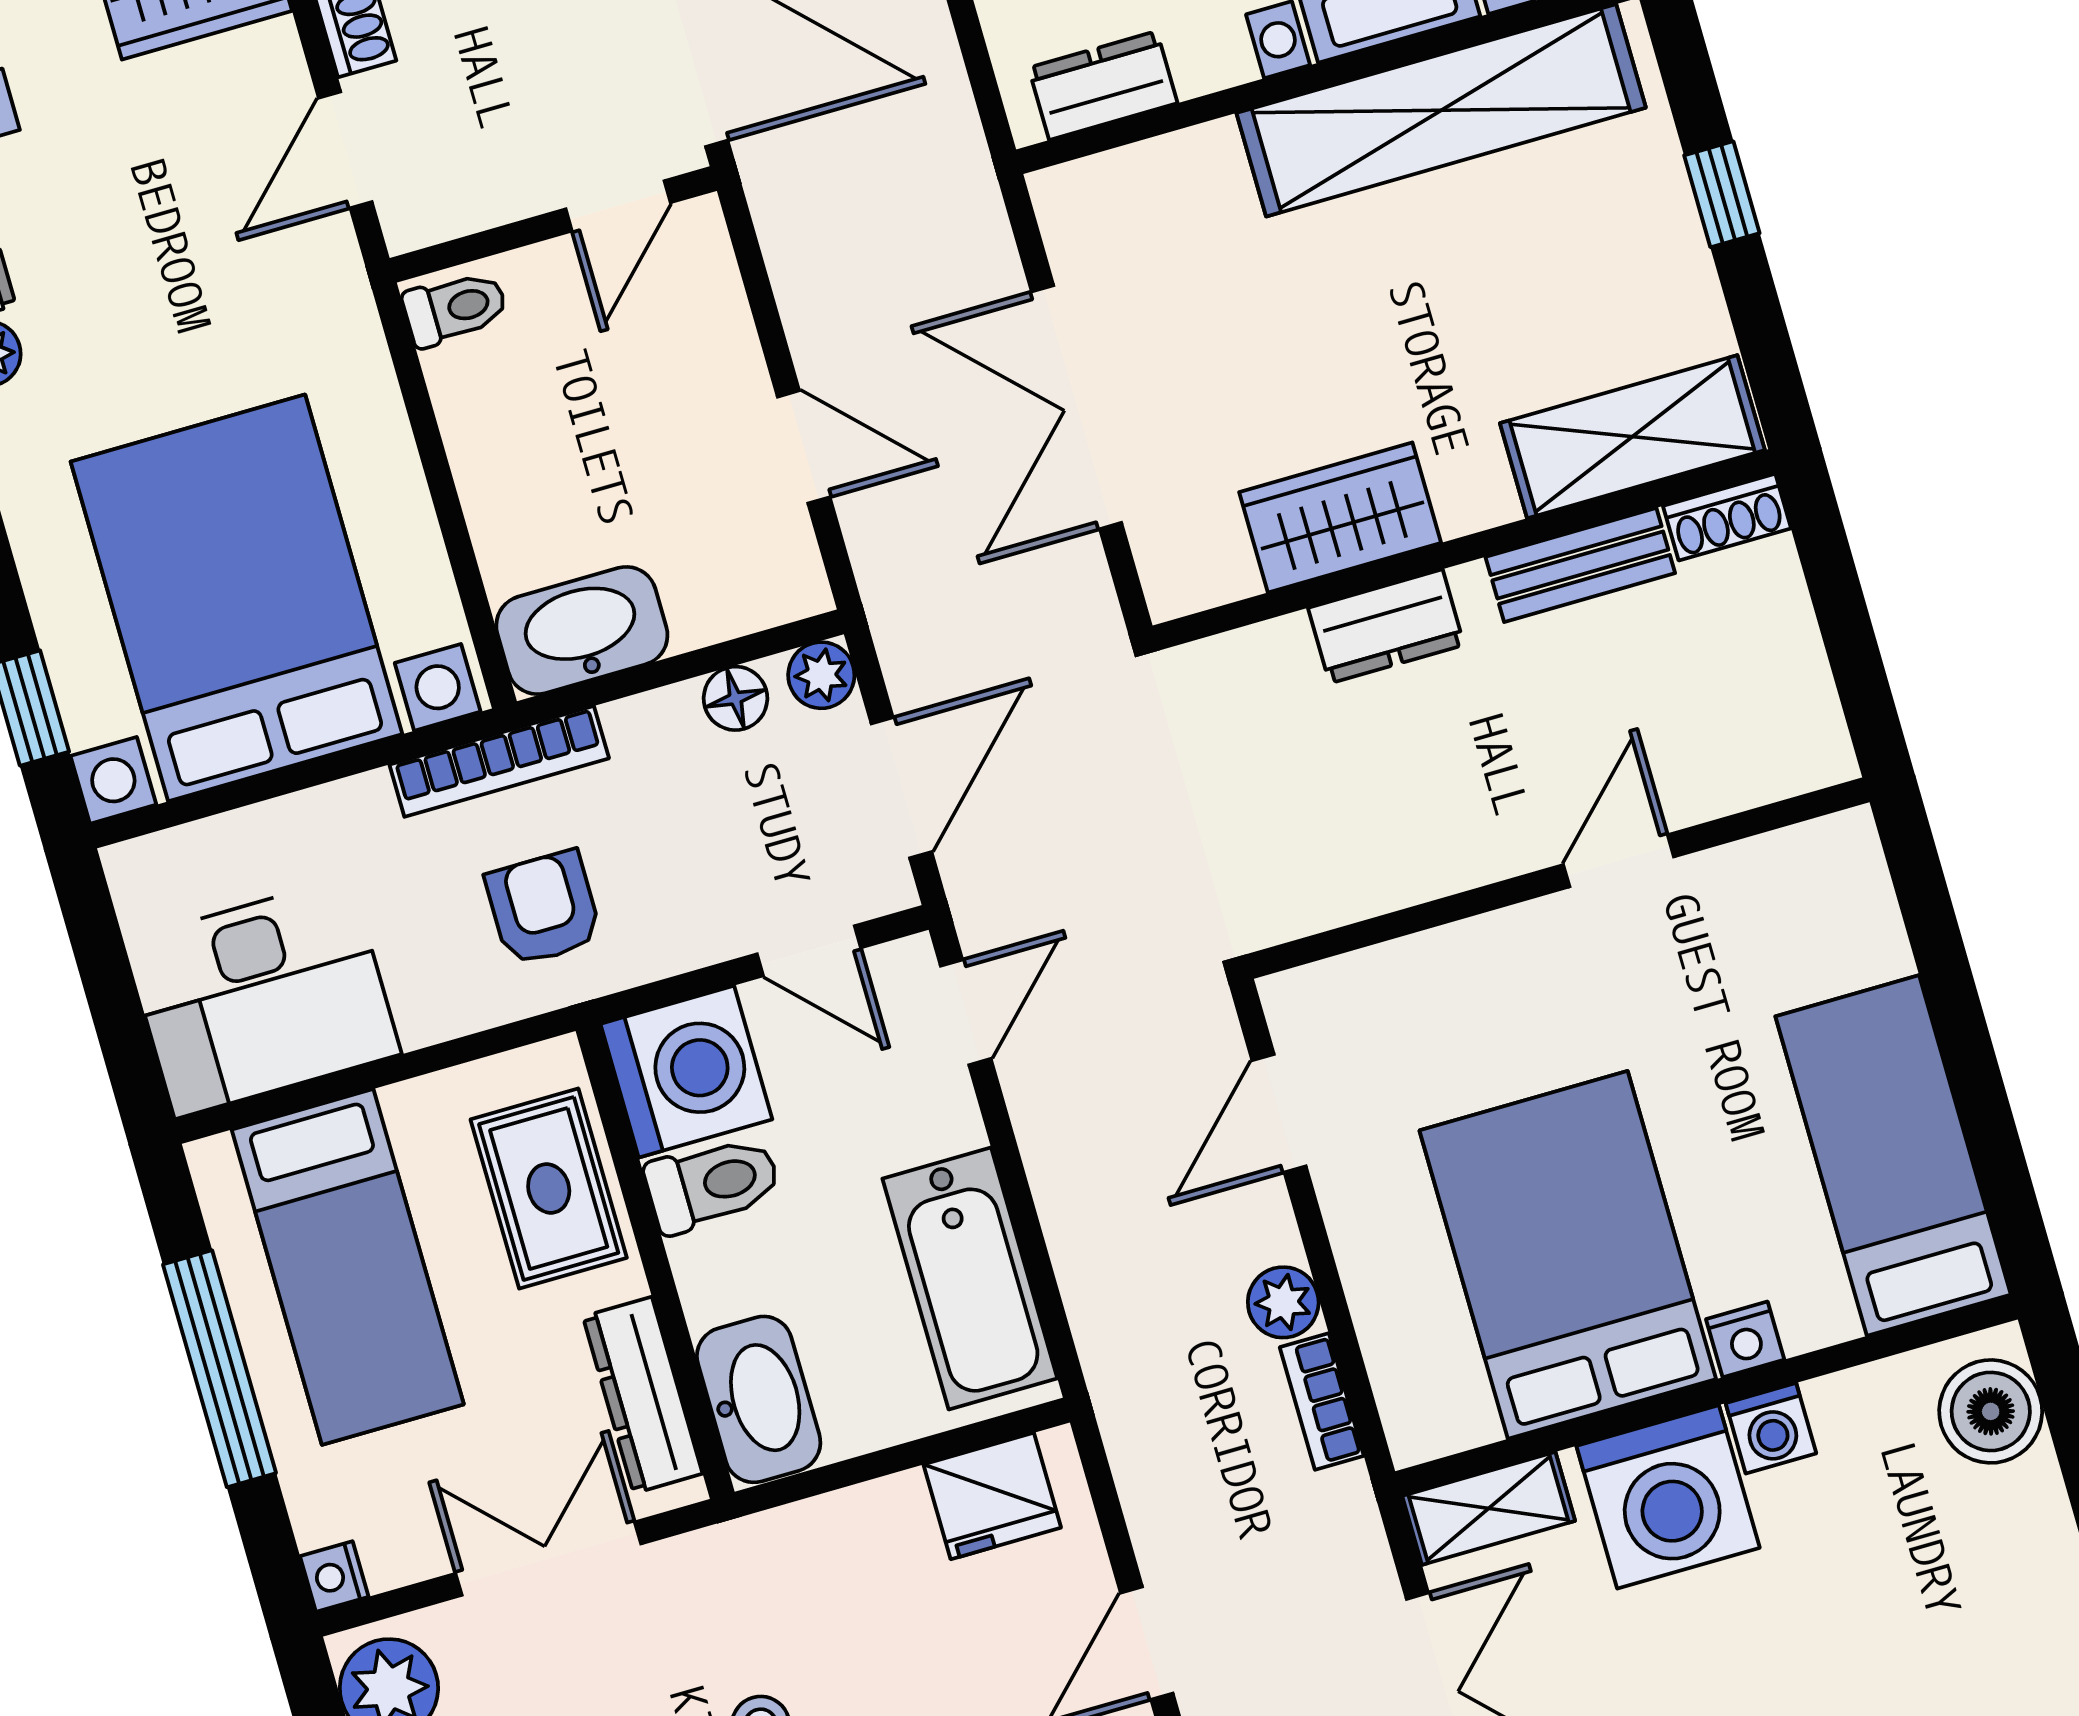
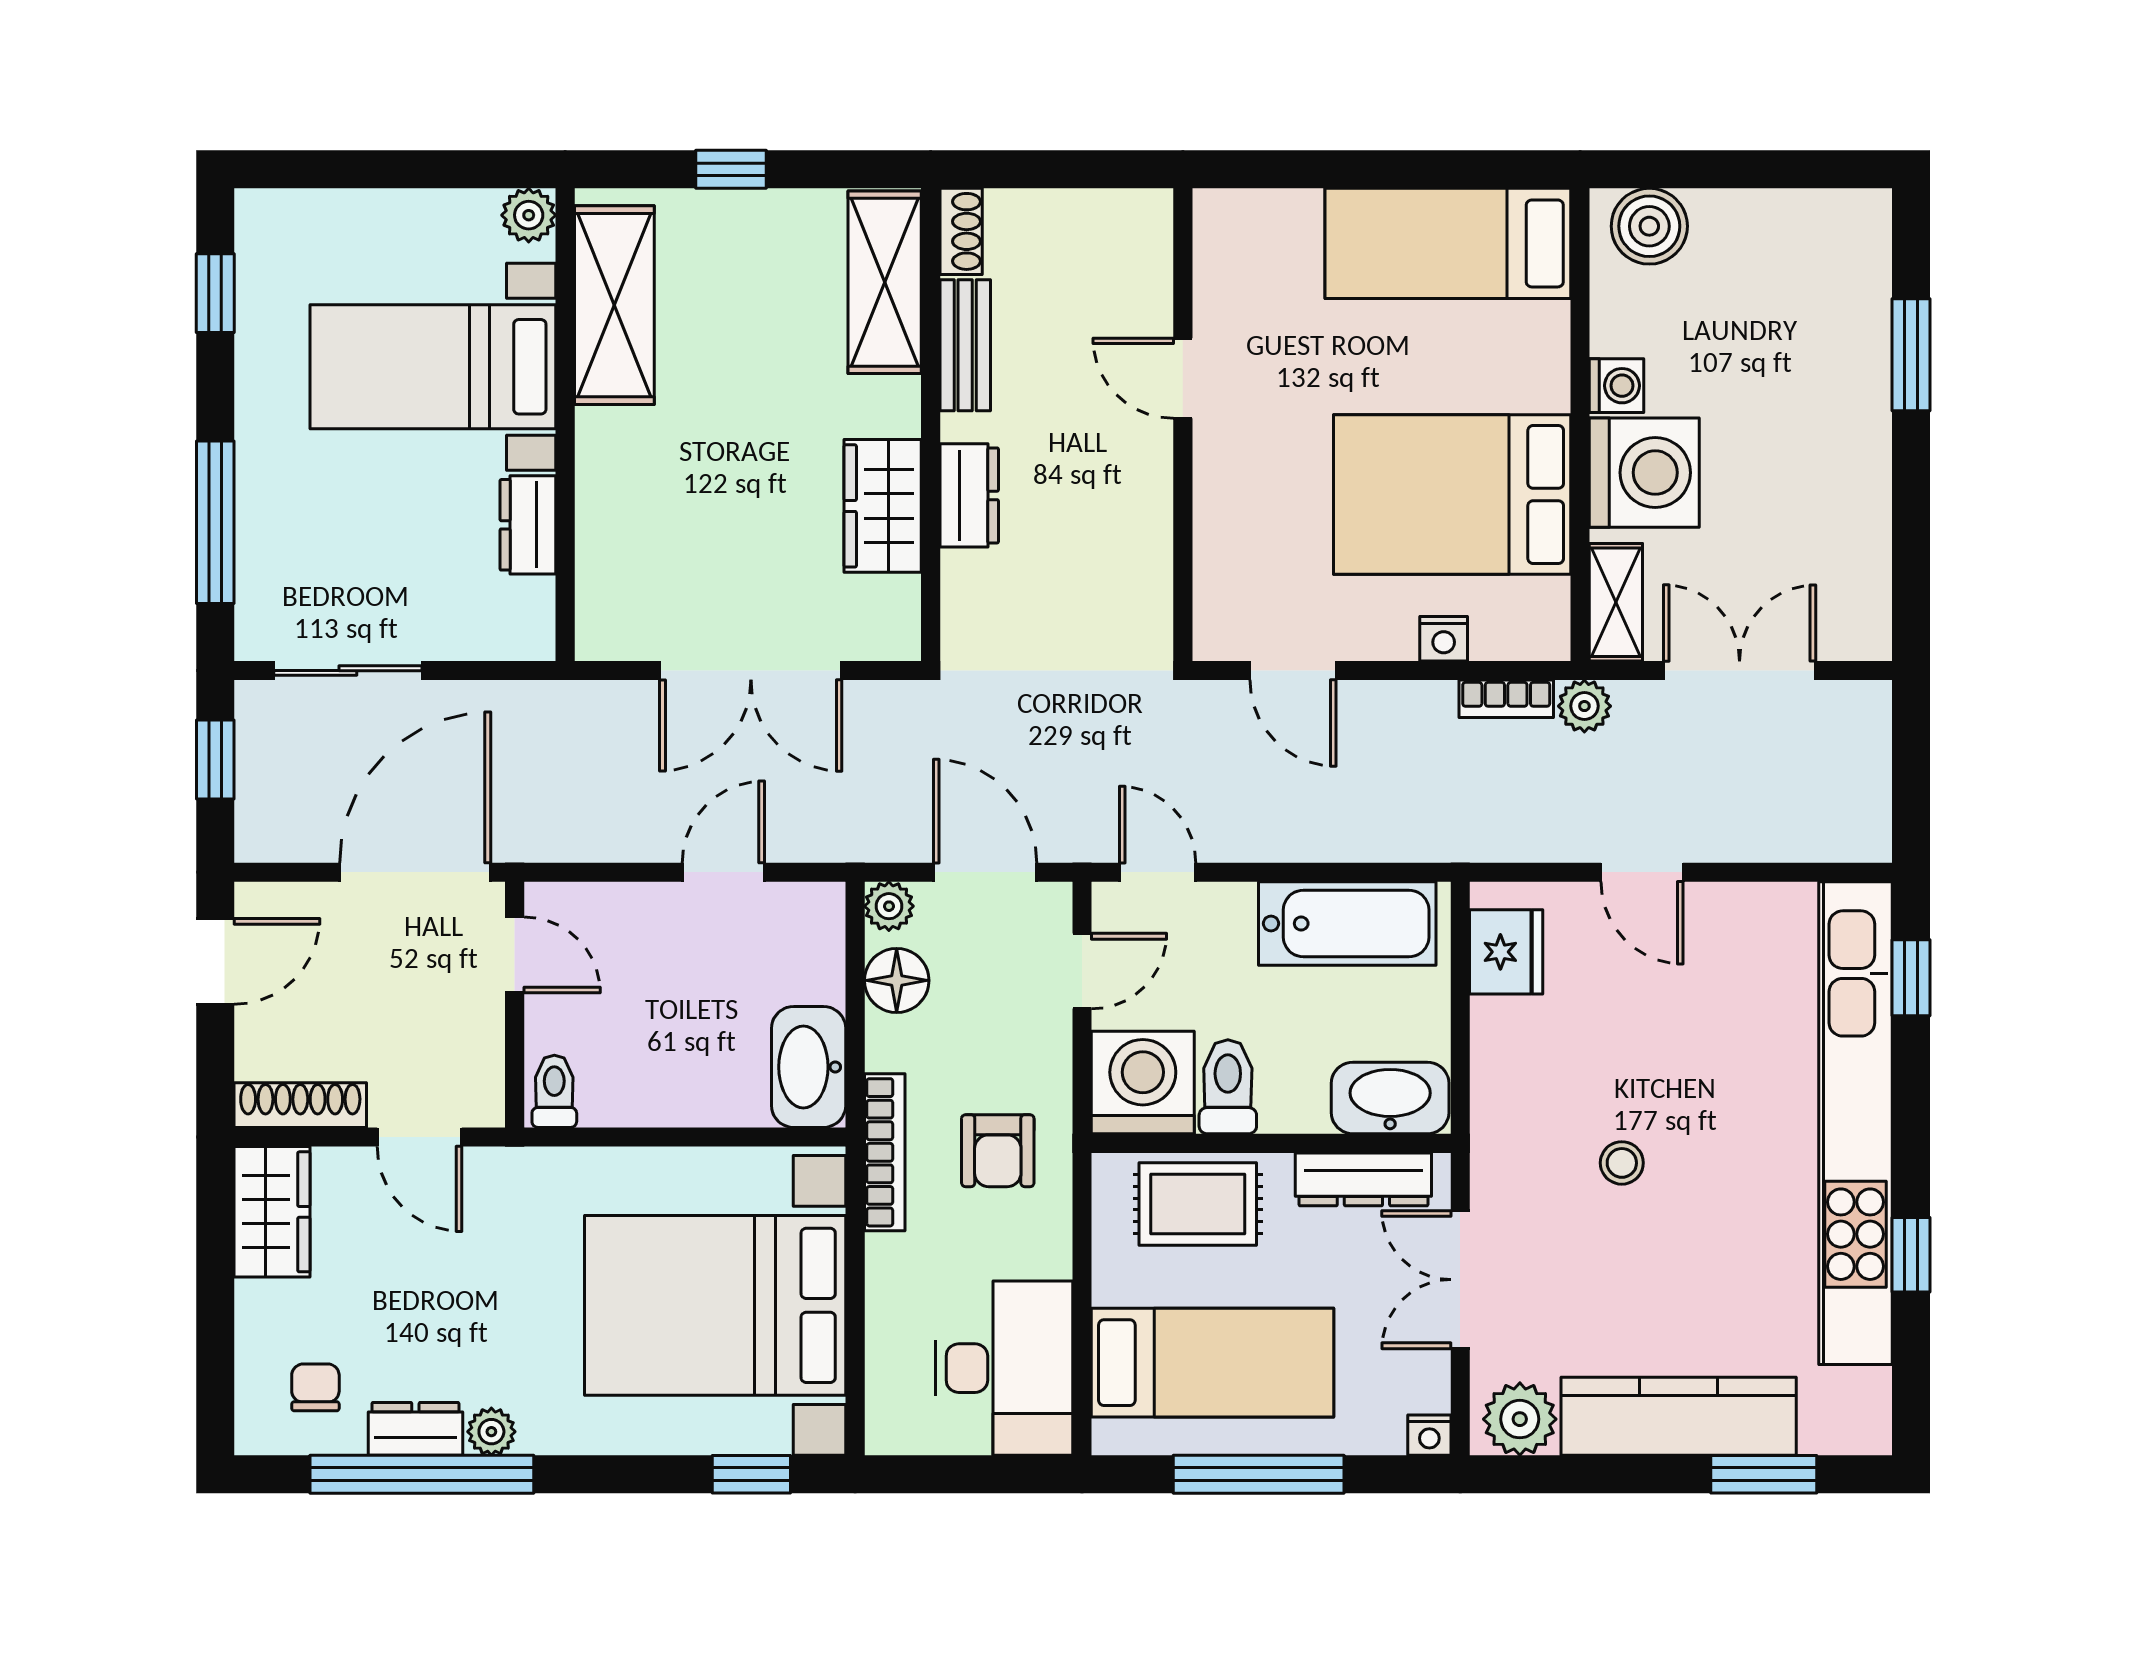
dresser: (1103, 85) -> (528, 525), moved
shelving: (1441, 110) -> (614, 305), width x0.68
floor lamp: (735, 698) -> (897, 980), width x1.37, depth x1.37
armchair: (543, 908) -> (998, 1151), turned -90
plant: (1283, 1302) -> (1584, 706), moved
nightstand: (1745, 1339) -> (1444, 639), moved, turned 90

